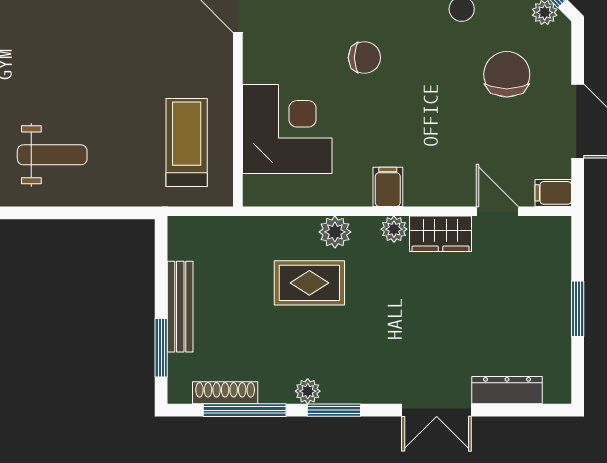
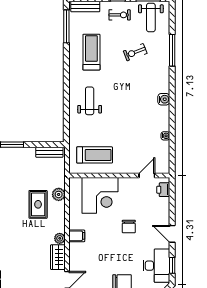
weight bench: (52, 155) -> (90, 101), turned 180
plant: (335, 232) -> (59, 194), moved
bench: (180, 307) -> (49, 152), moved, width x0.73

